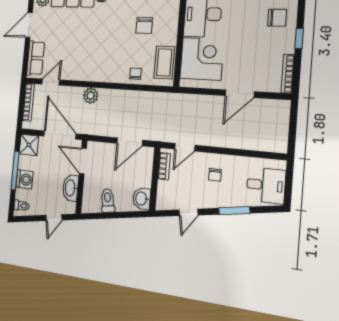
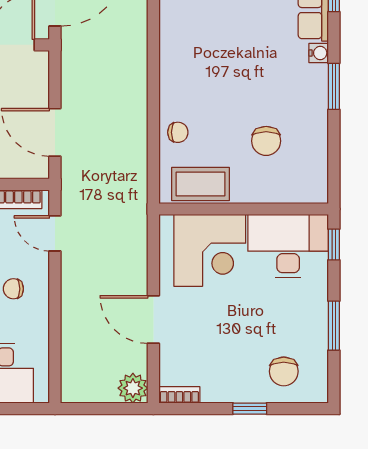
chair: (144, 25) -> (266, 141), turned -90
bookcase: (288, 74) -> (179, 395), width x0.64
plant: (91, 96) -> (133, 388), moved

